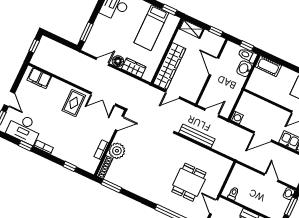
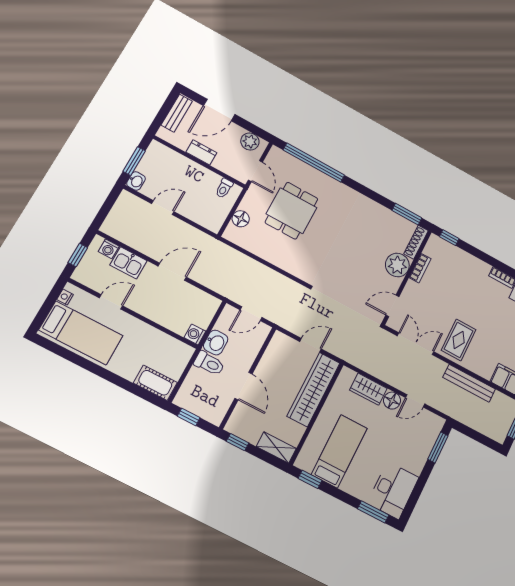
toilet: (248, 55) -> (209, 363), moved
washbasin: (244, 69) -> (216, 343), moved
washing machine: (237, 117) -> (195, 334), moved
bench: (197, 136) -> (469, 383), moved
window: (70, 166) -> (449, 238), moved
floor lamp: (222, 174) -> (241, 219), added
door: (271, 178) -> (163, 208), swing flipped

